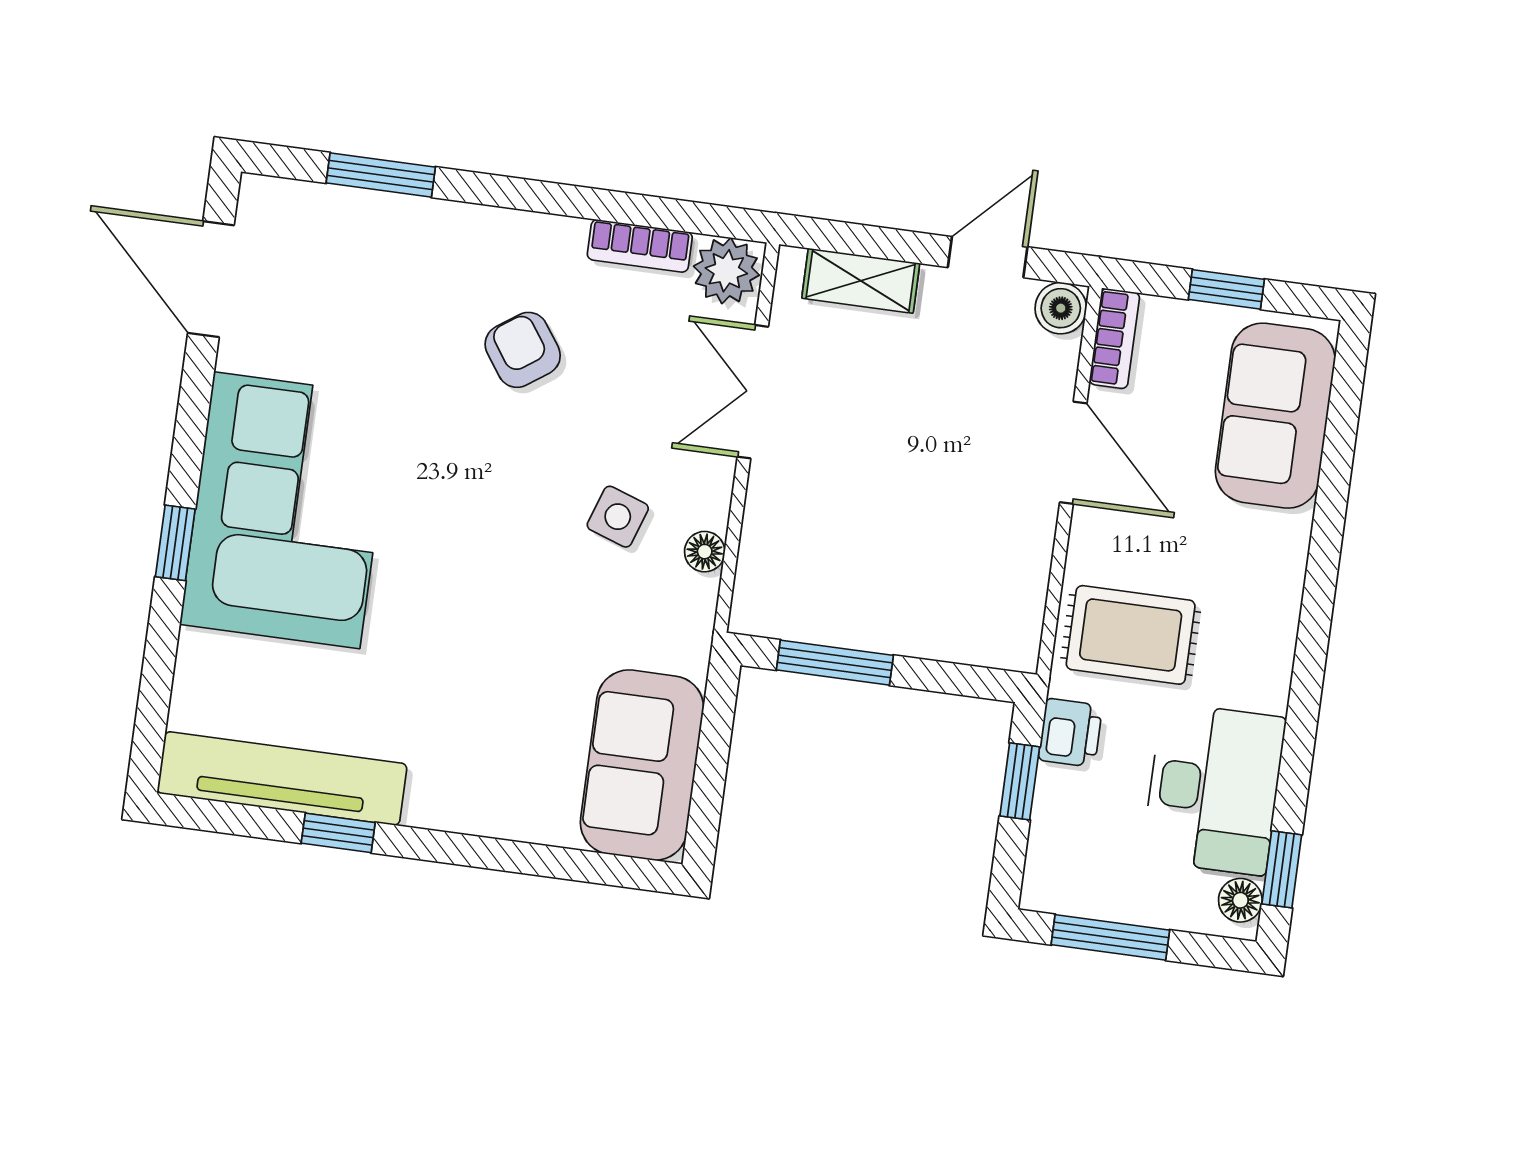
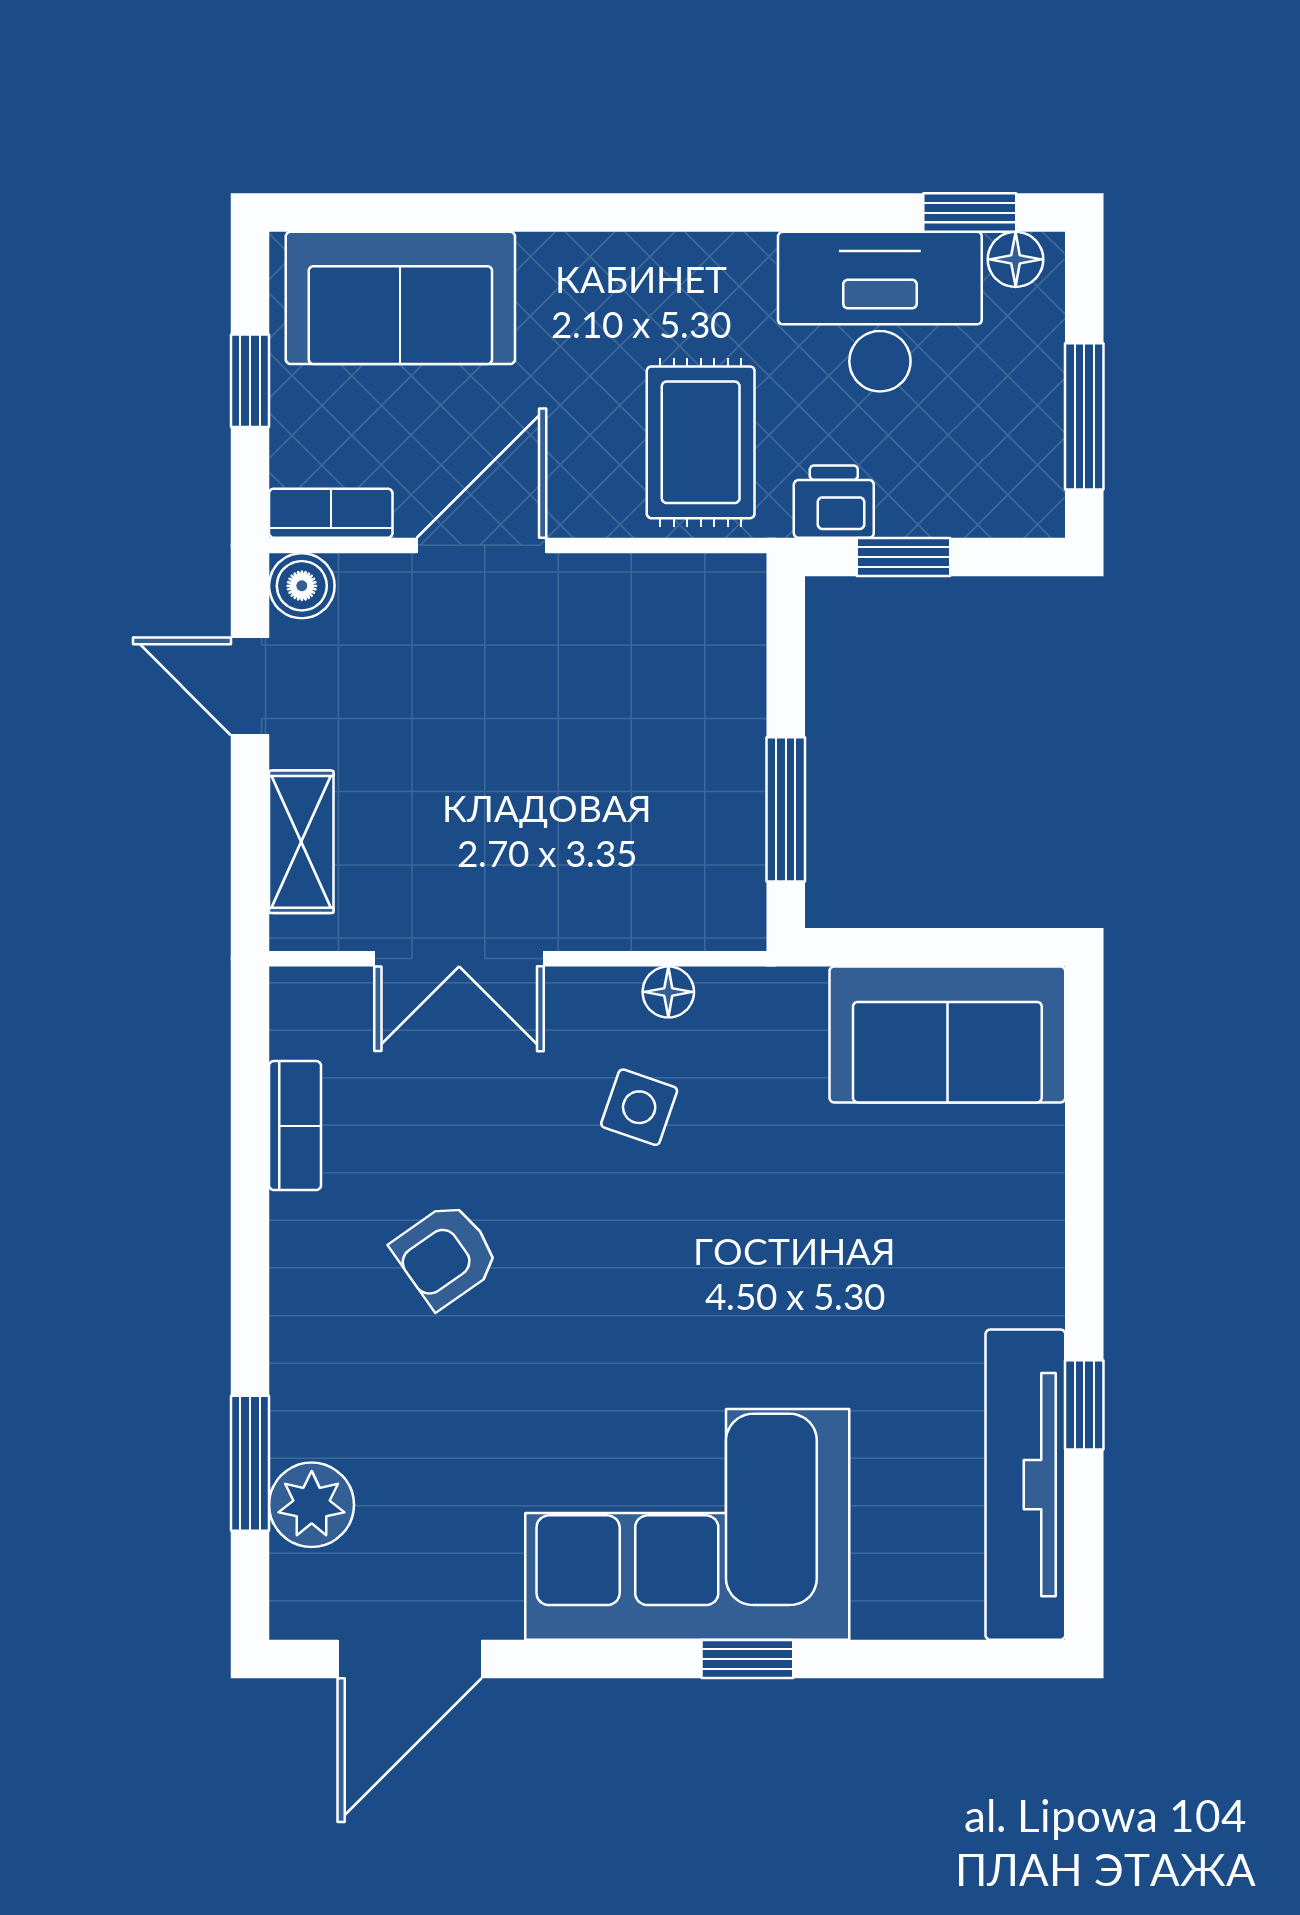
plant: (726, 271) -> (312, 1505), moved

